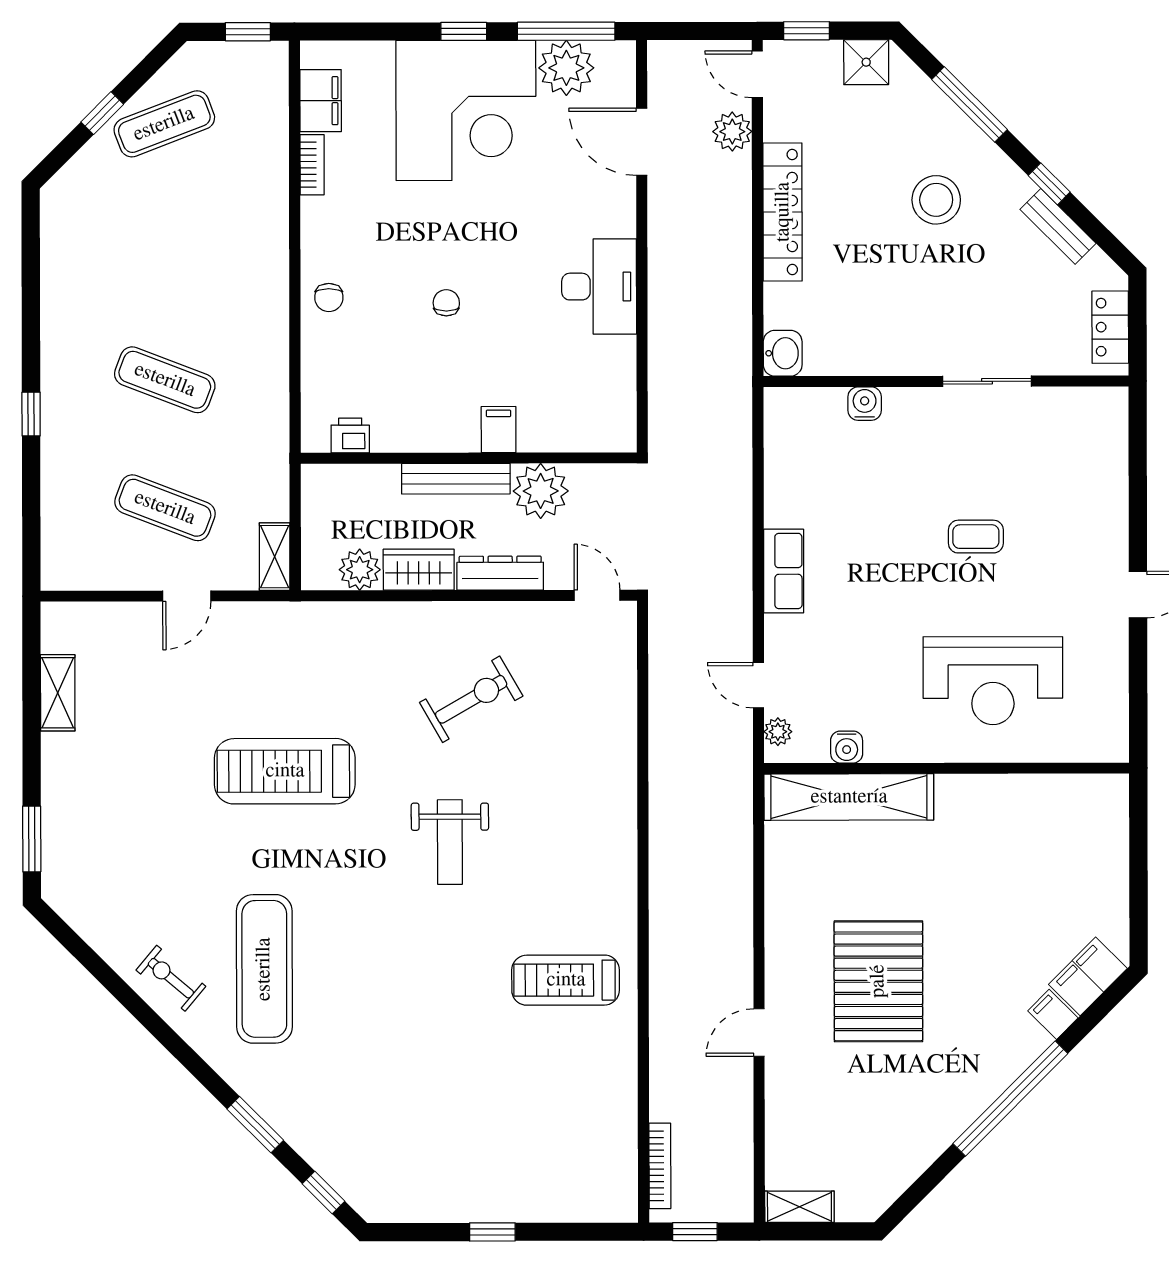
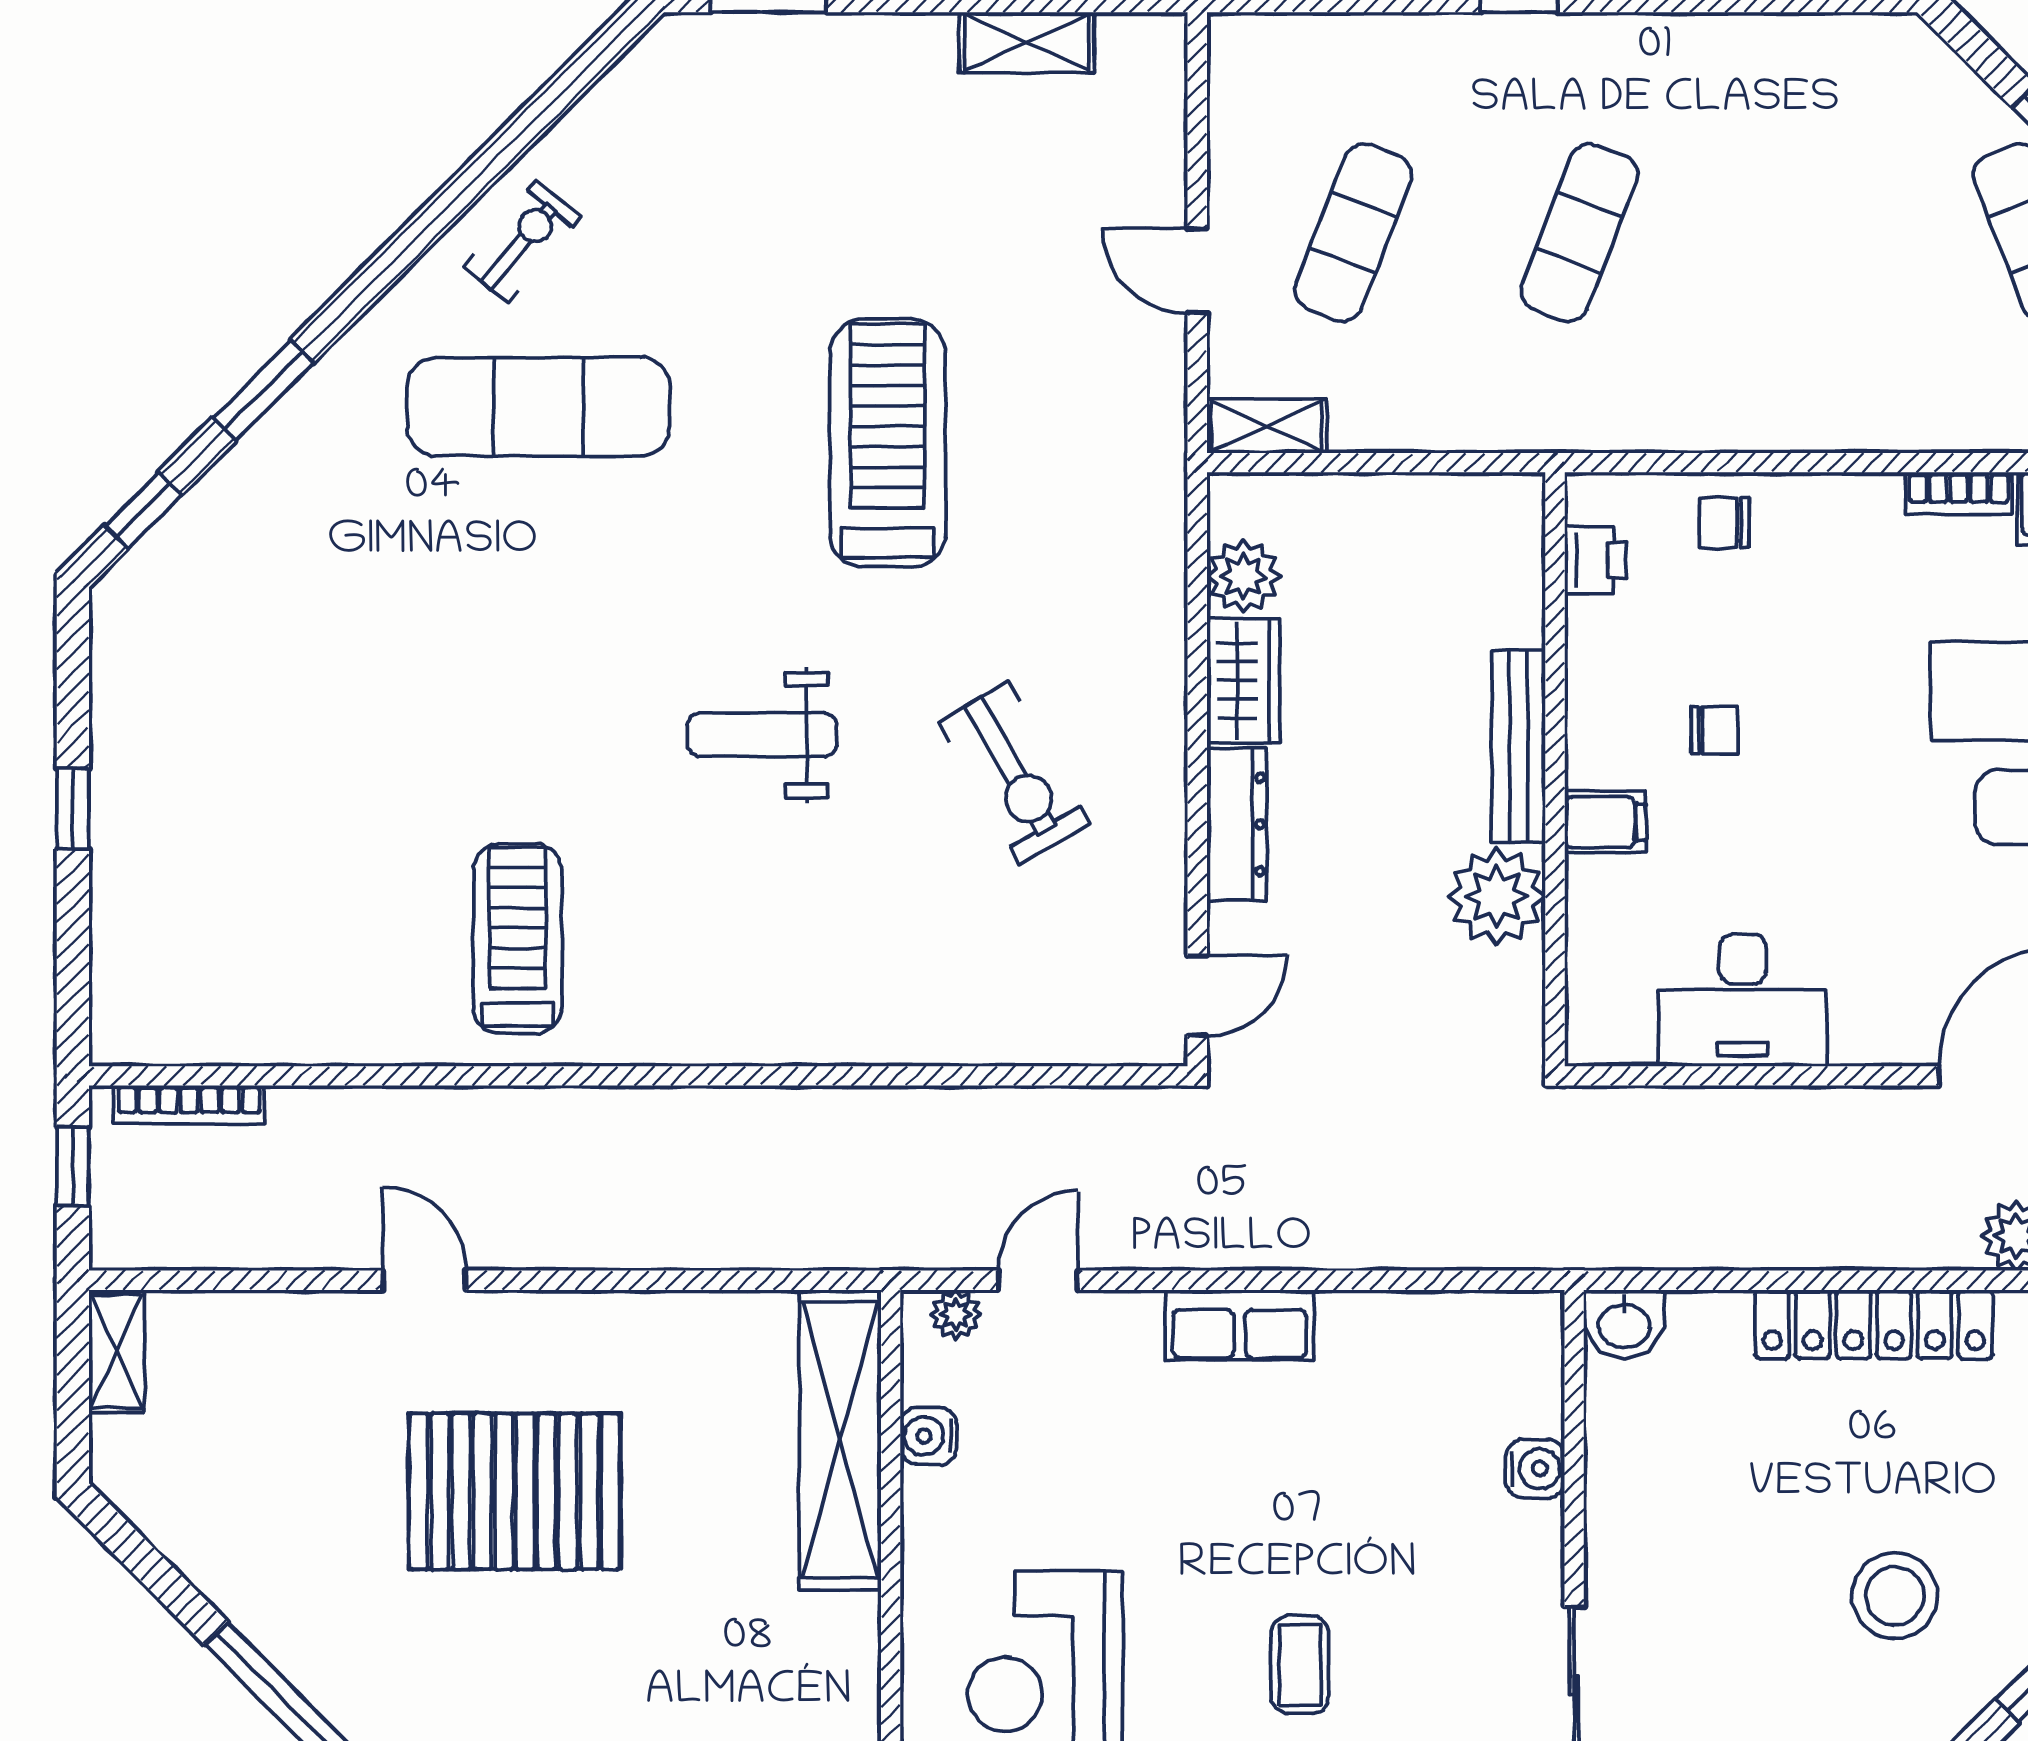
filing cabinet: (499, 430) -> (1605, 822), moved
printer: (350, 435) -> (1595, 560), moved
wall: (469, 458) -> (1555, 769), moved
bench: (456, 479) -> (1519, 747), moved
plant: (541, 491) -> (1497, 896), moved

